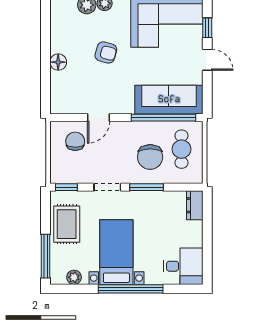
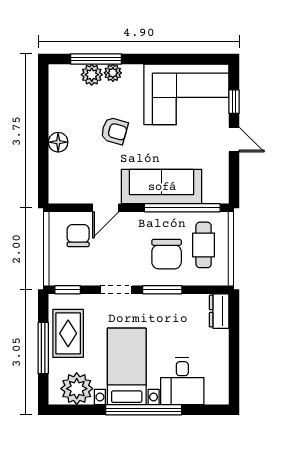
sofa: (169, 100) -> (162, 187), moved
window: (46, 256) -> (43, 348), moved
desk: (183, 266) -> (182, 381), moved, turned 90
plant: (74, 277) -> (77, 389), width x1.87, depth x1.87

